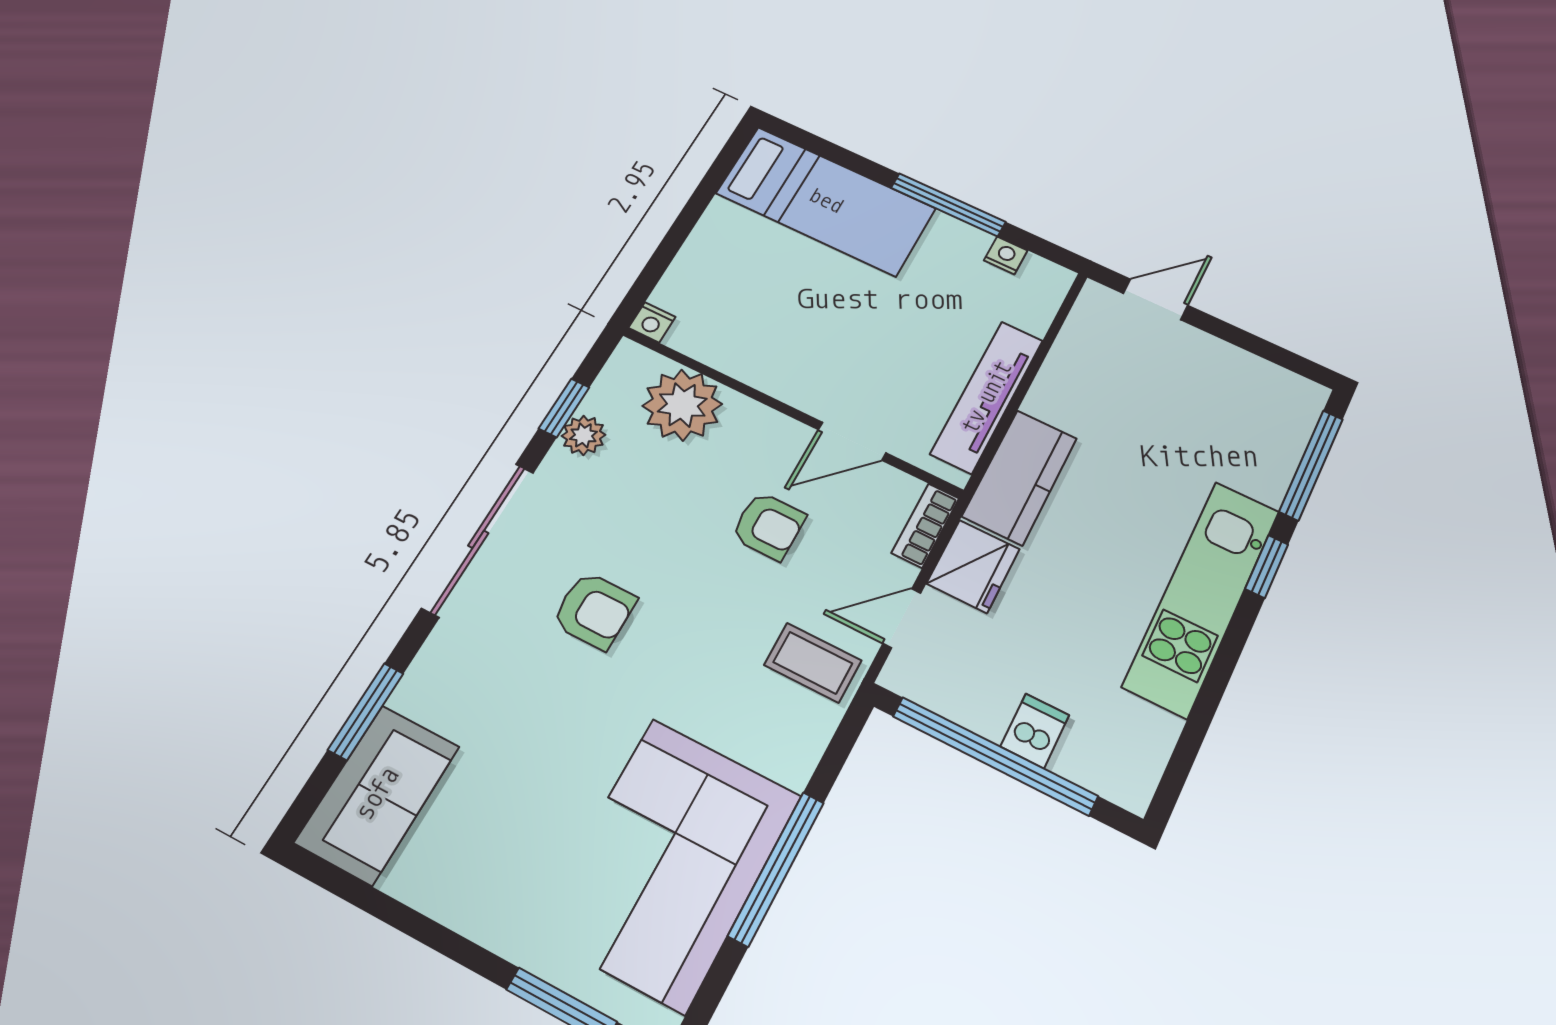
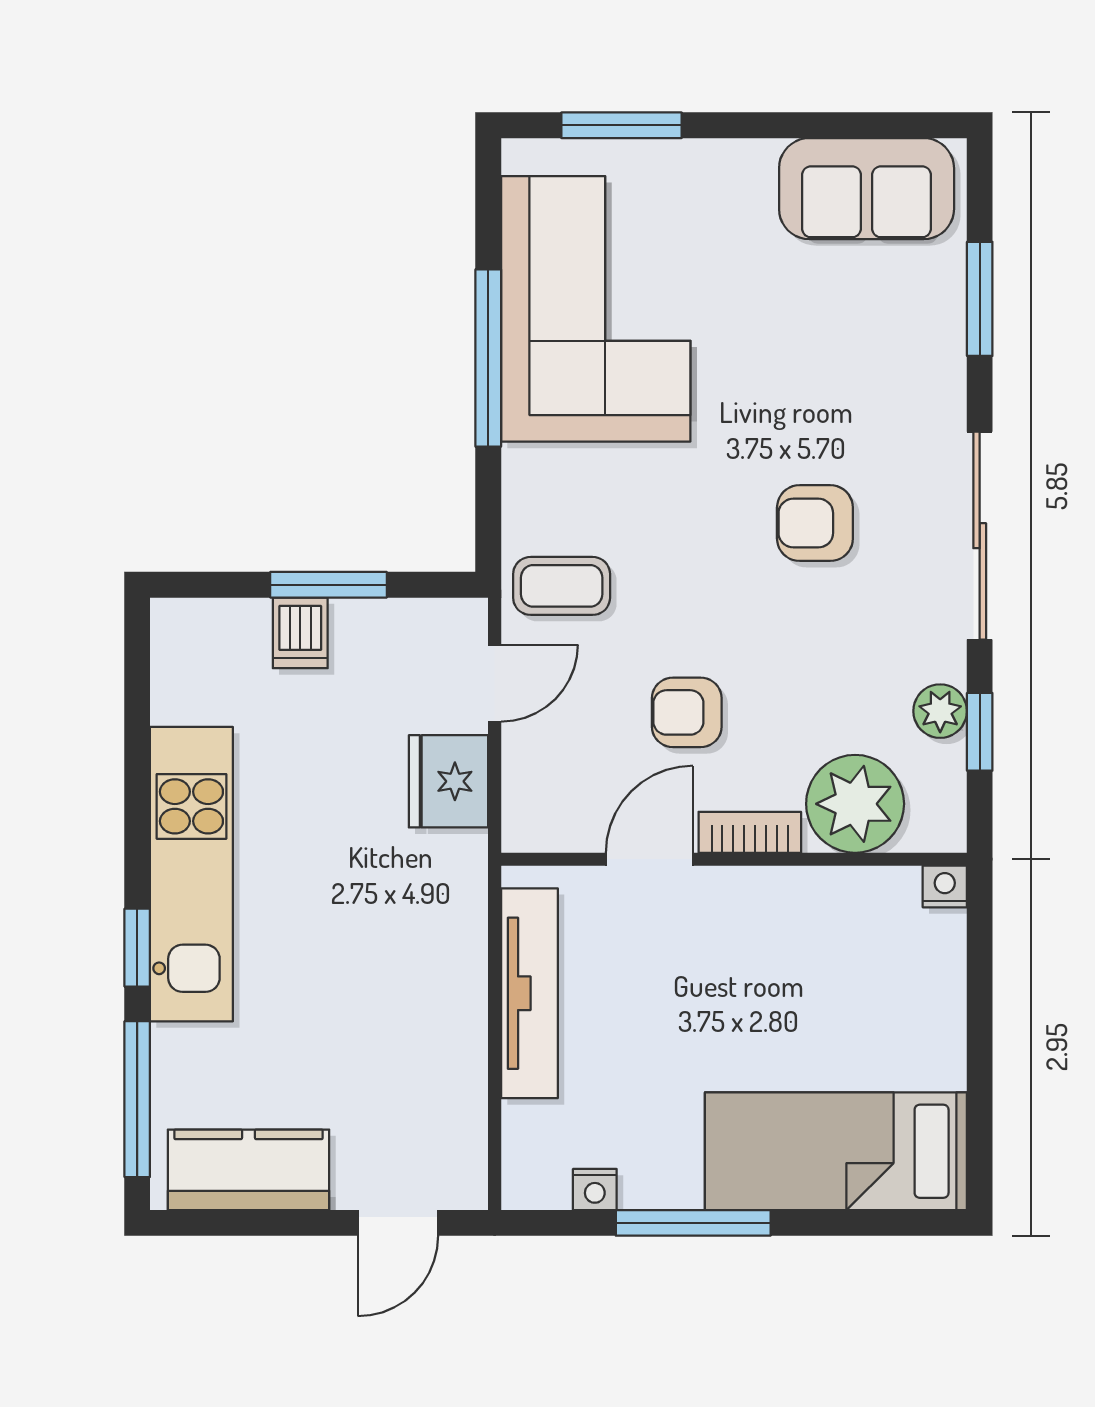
kitchen counter: (1020, 477) -> (248, 1170), moved, turned 90
bookcase: (925, 526) -> (750, 832), moved, turned -90
window: (995, 756) -> (328, 585), width x0.47
sofa: (377, 794) -> (867, 189), moved, turned -90

